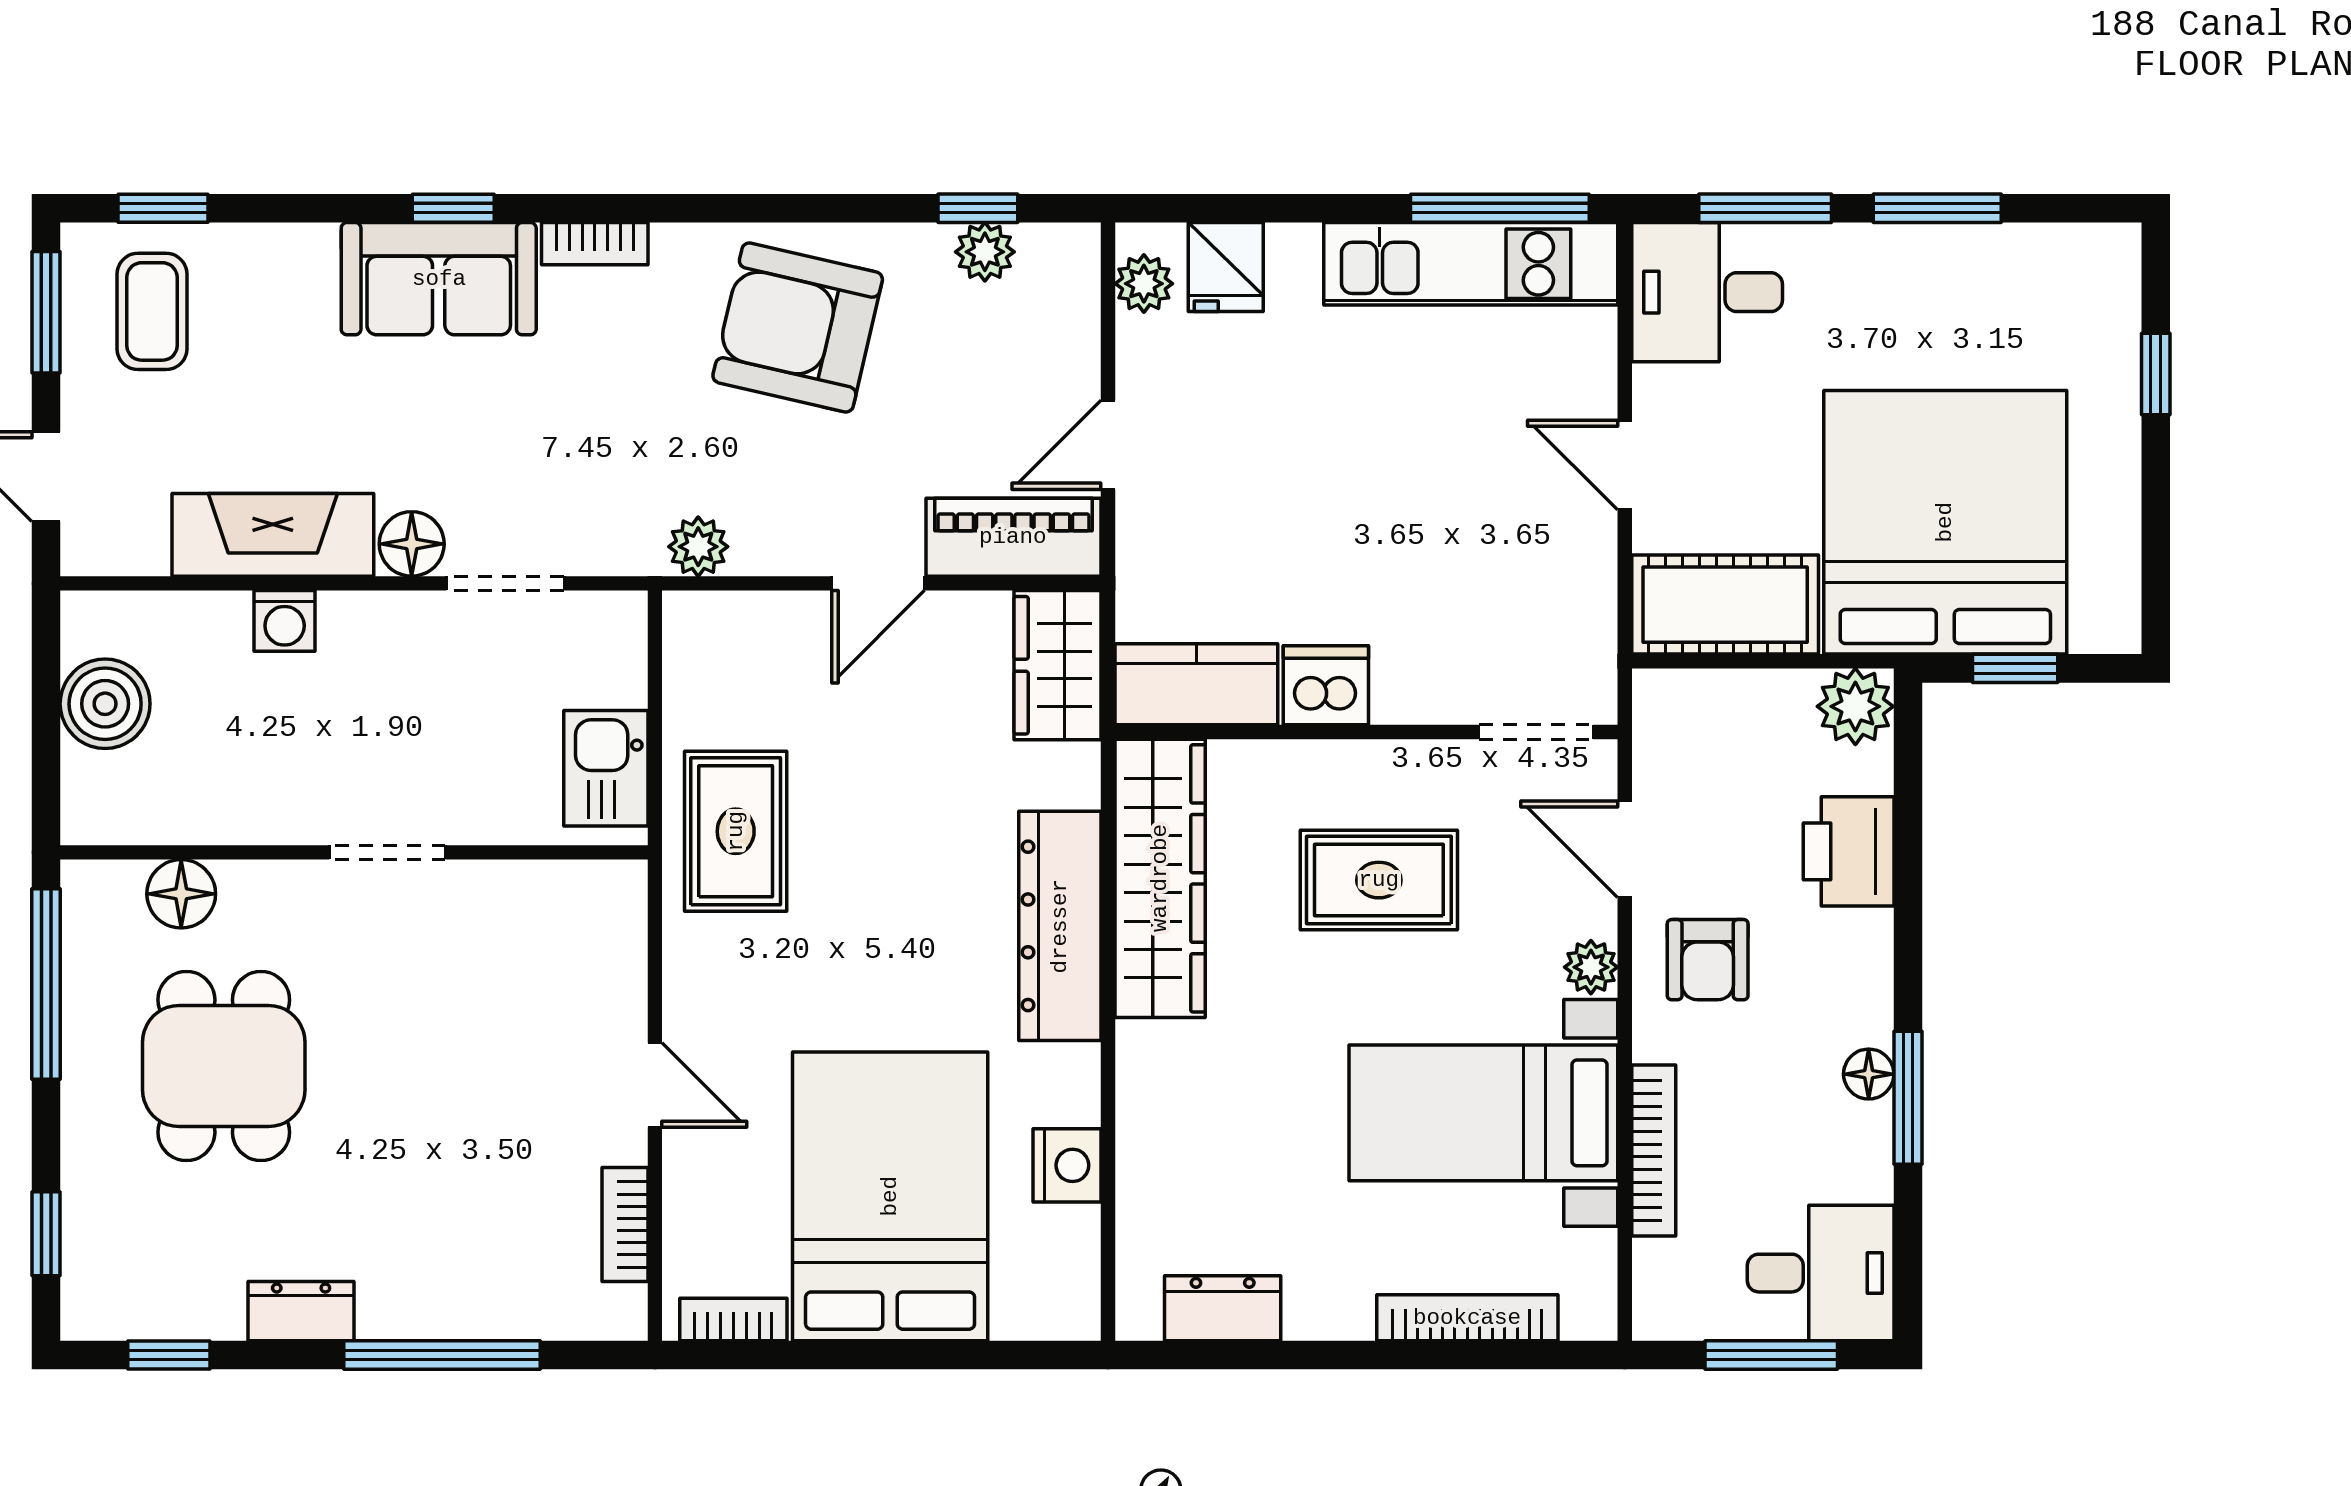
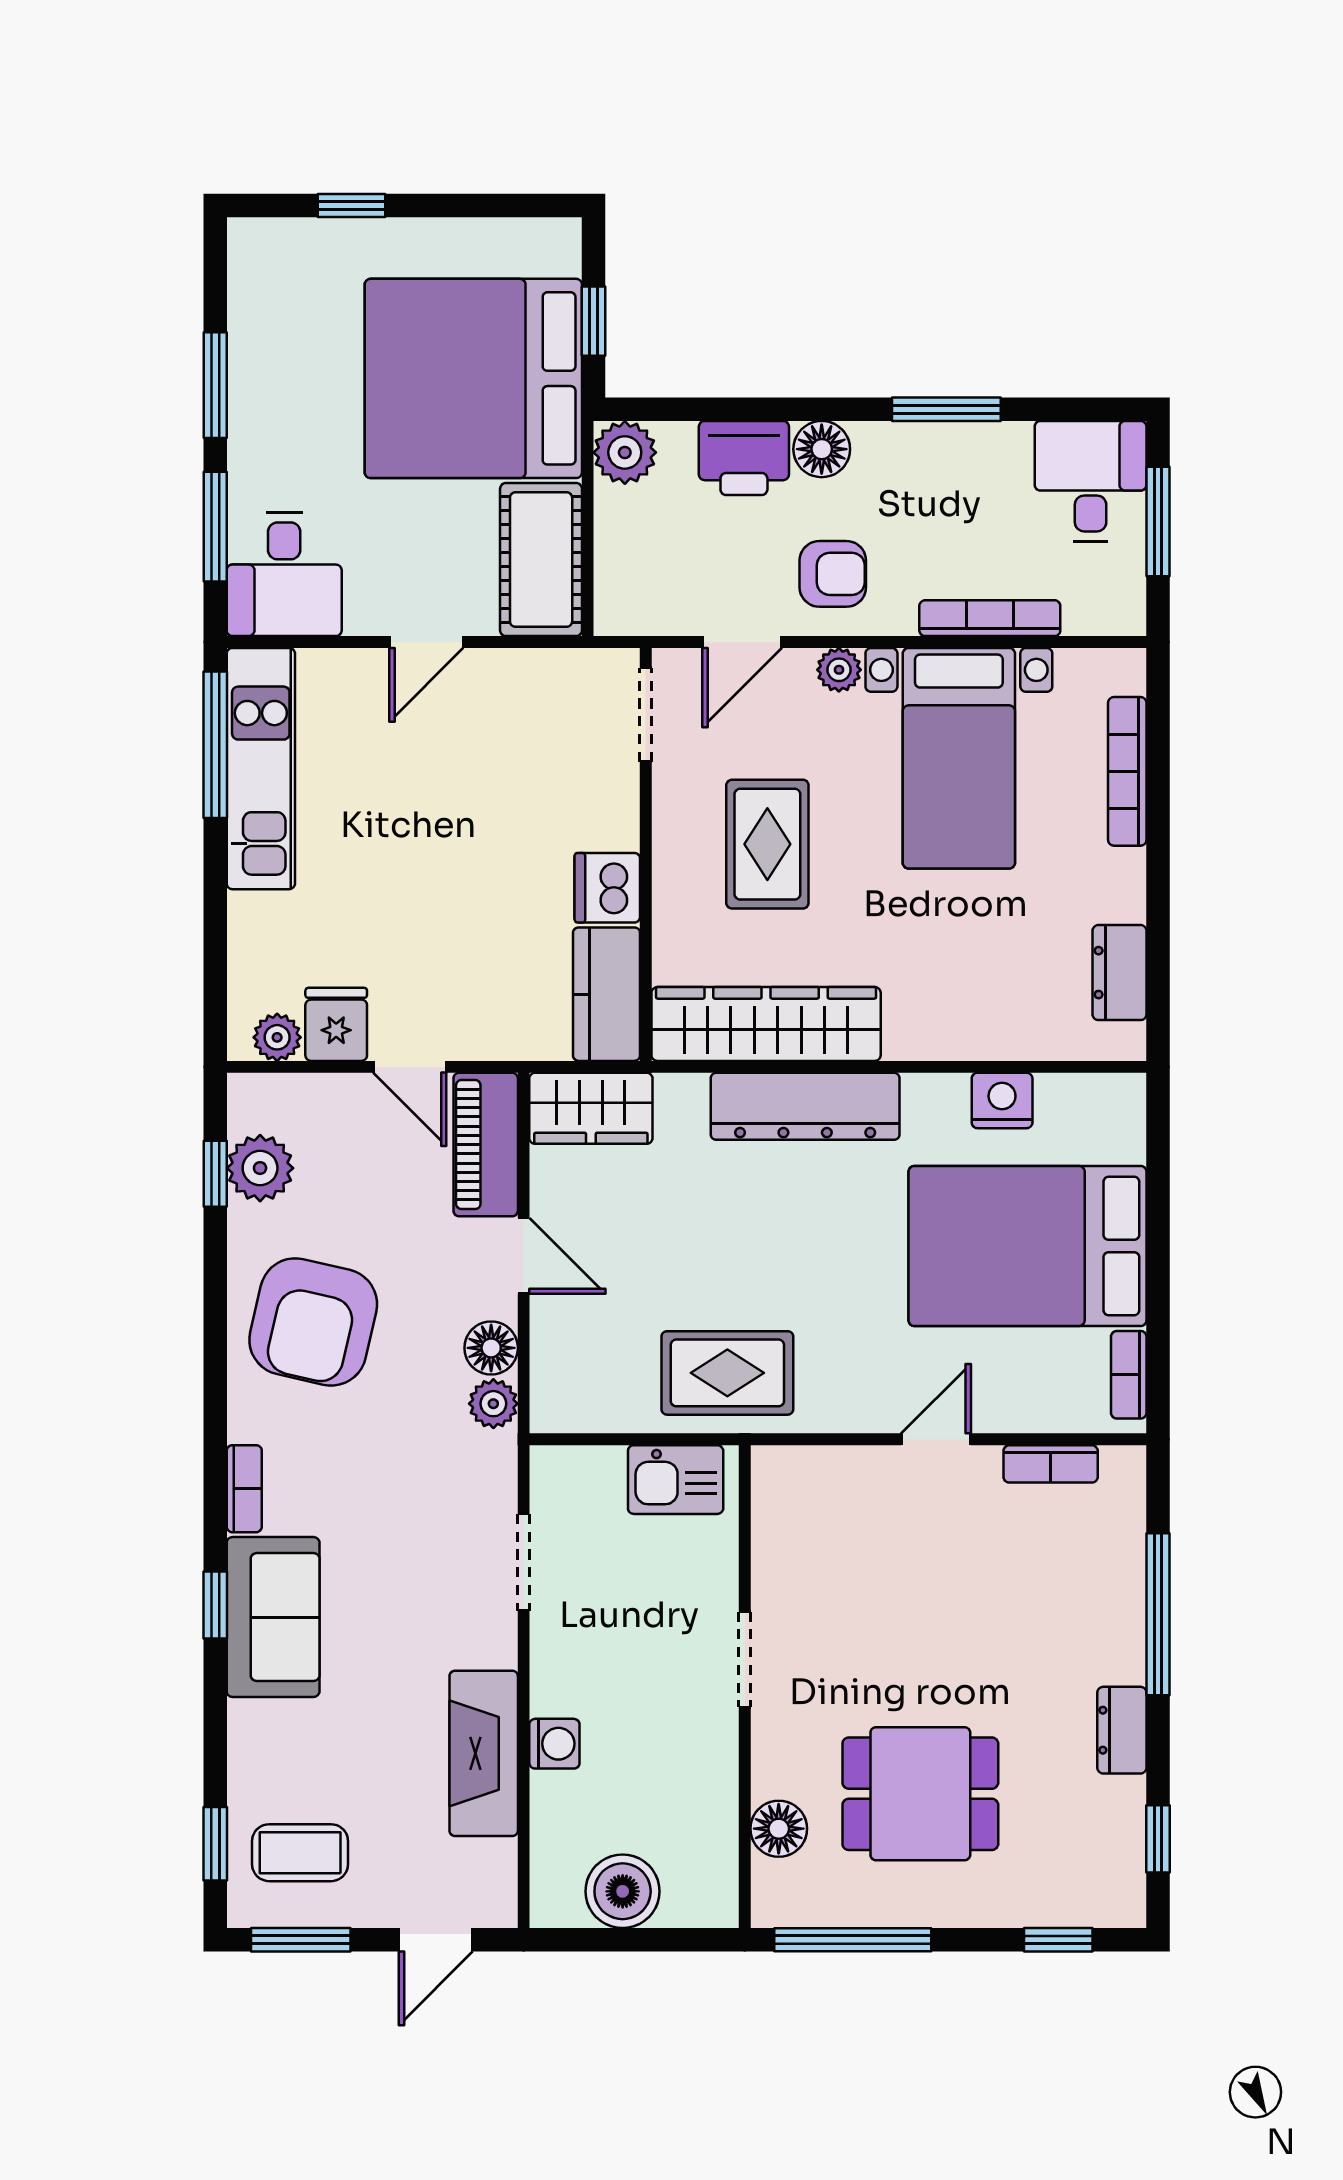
plant: (985, 252) -> (260, 1168), width x1.38, depth x1.38
fridge: (1226, 267) -> (336, 1024), moved, turned -90
floor lamp: (412, 544) -> (491, 1348), moved
floor lamp: (1869, 1074) -> (822, 449), moved, width x1.37, depth x1.37

